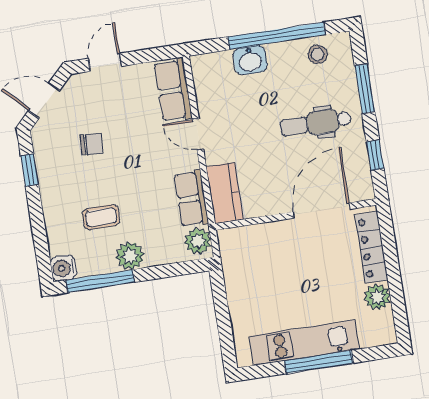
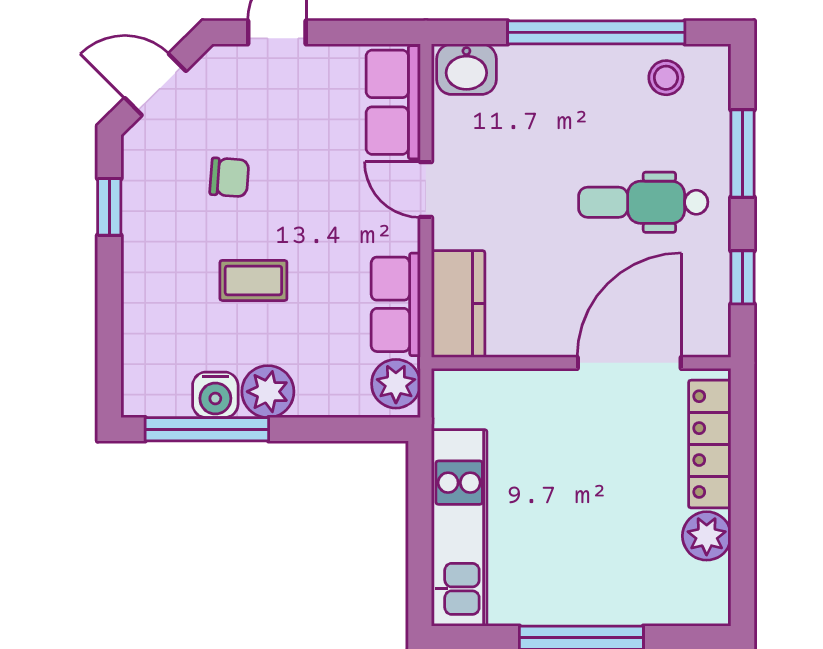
washbasin: (250, 60) -> (466, 69), moved
coffee table: (101, 217) -> (253, 280), moved
water cooler: (64, 268) -> (215, 395), moved, turned -90
kitchen unit: (304, 343) -> (459, 528), moved, turned 90

